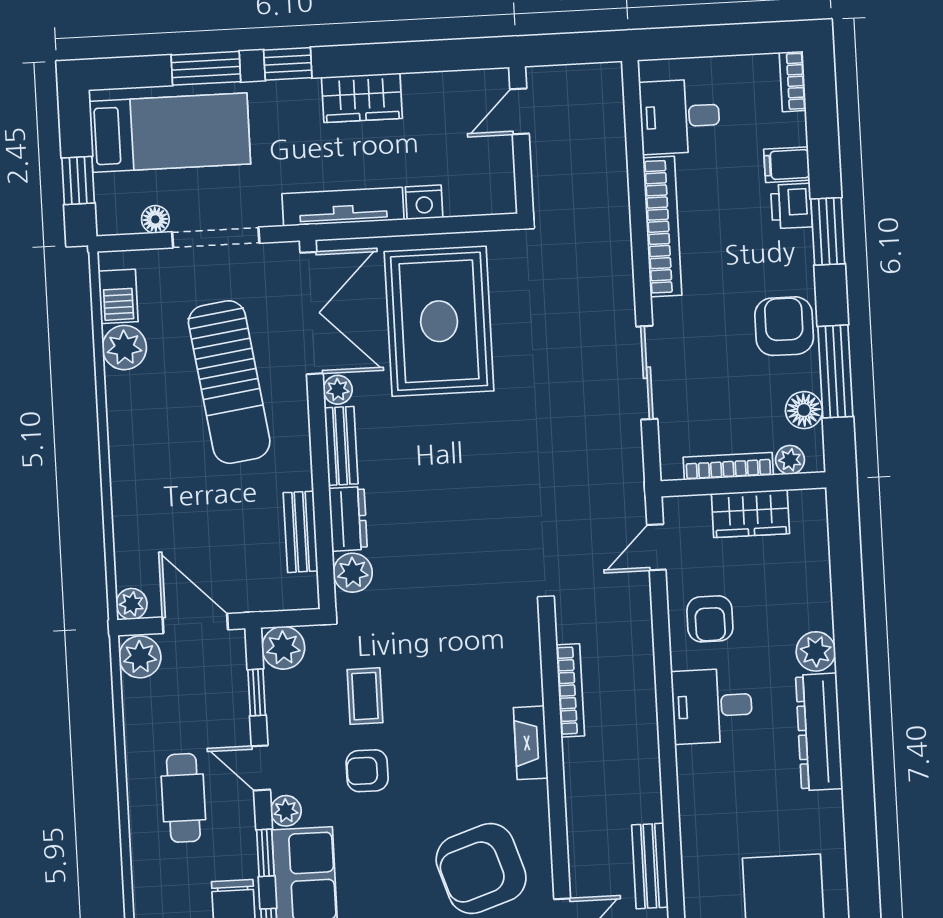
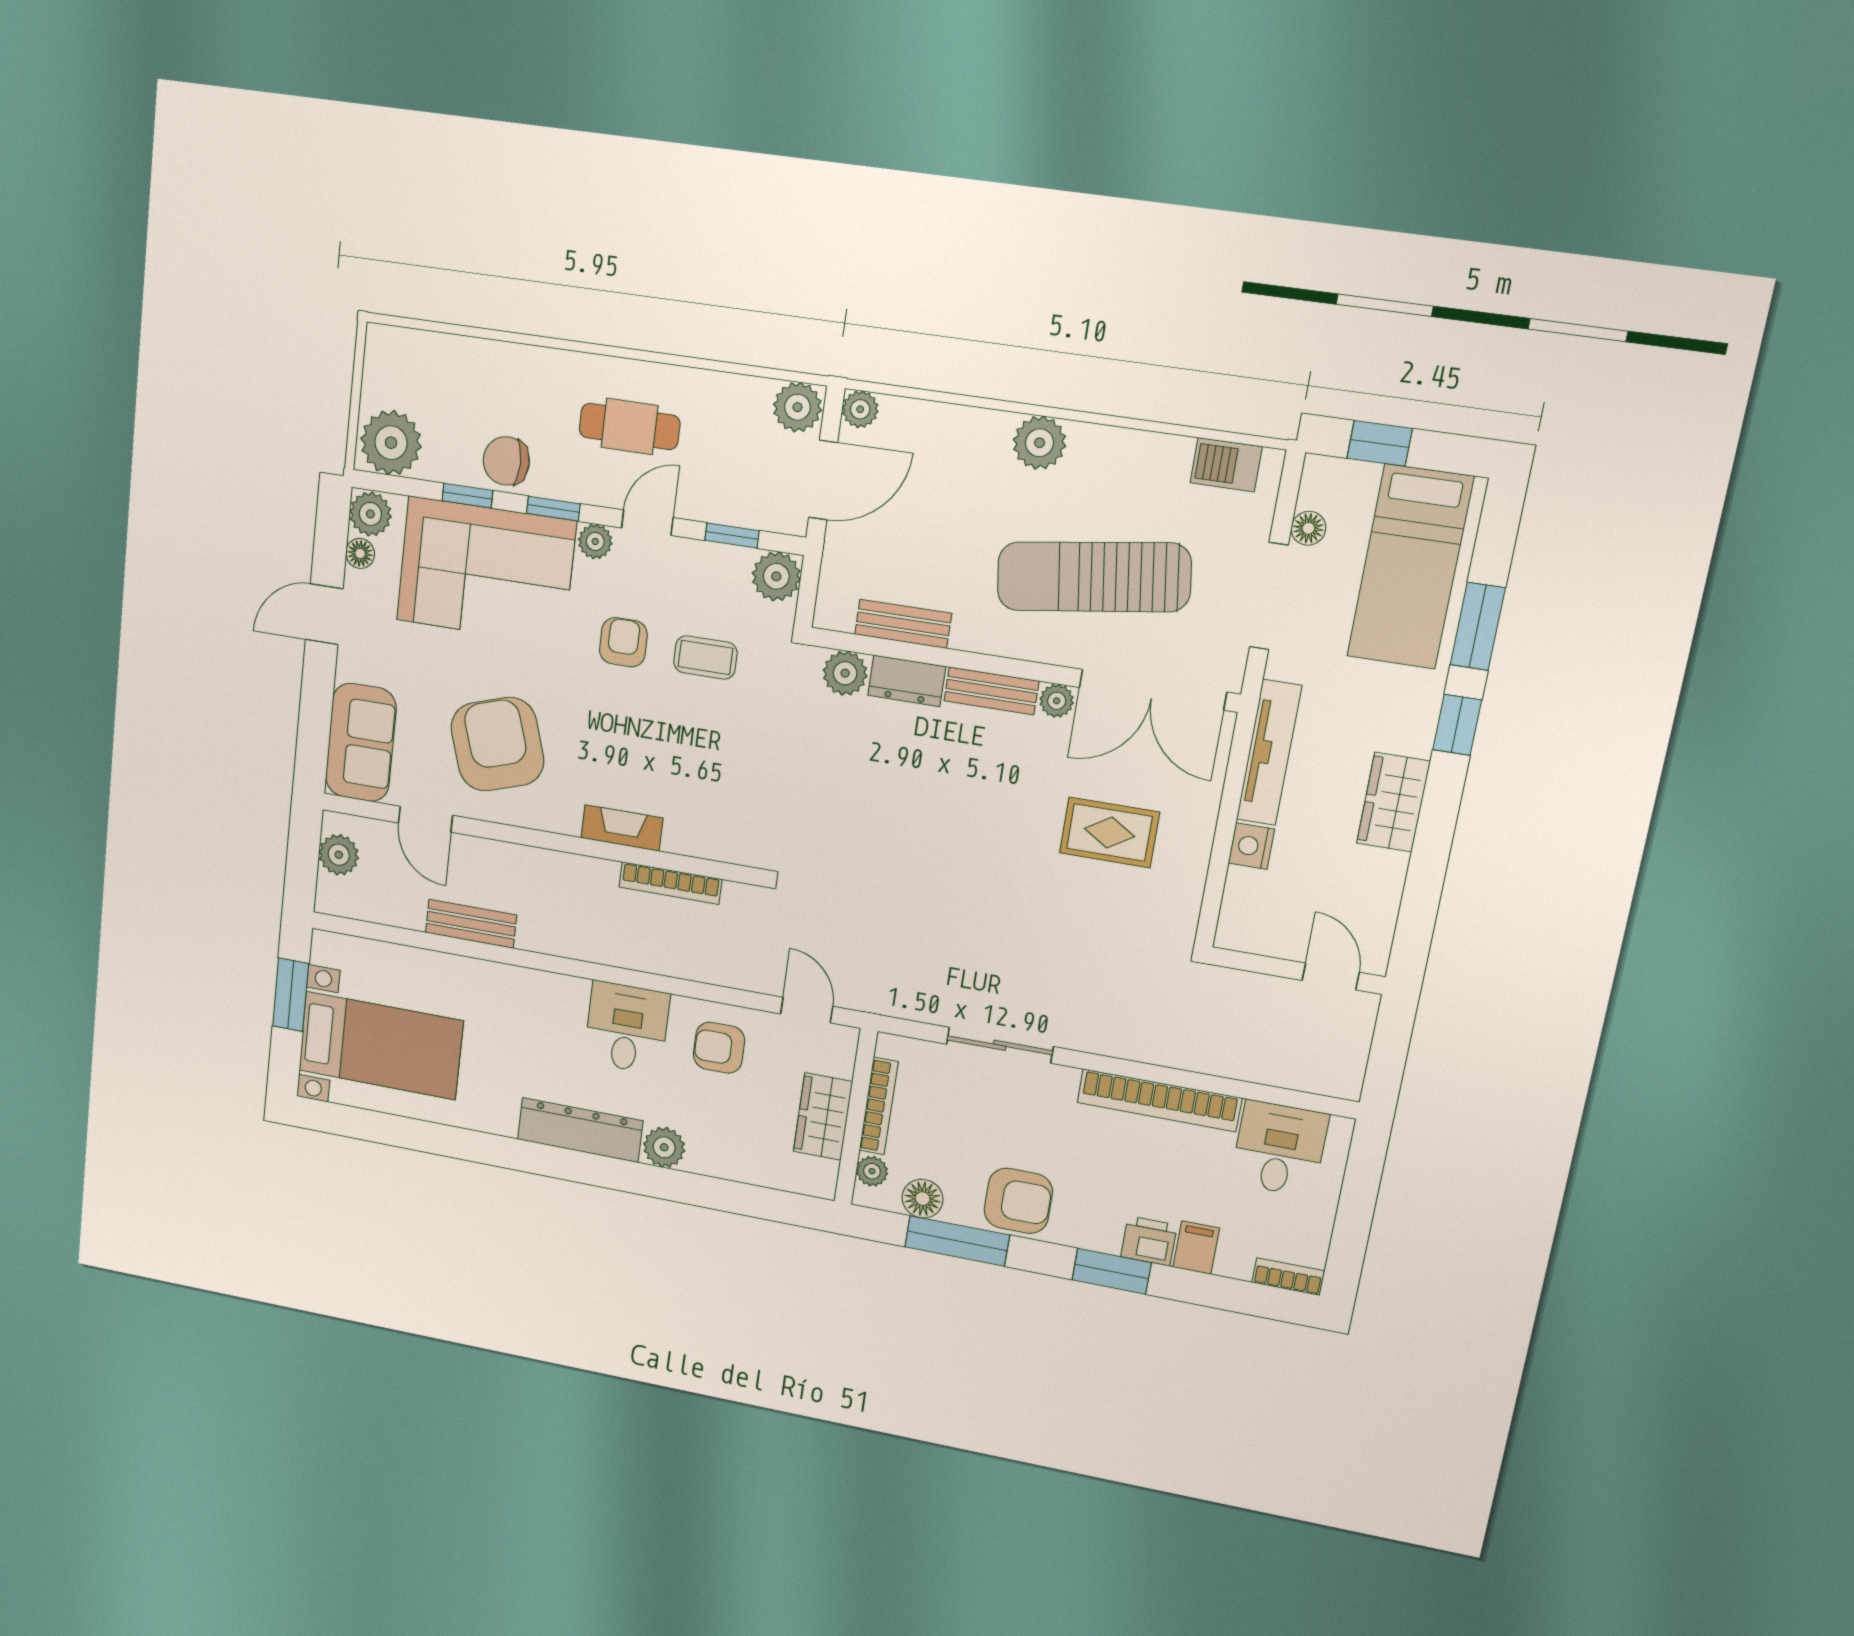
rug: (439, 321) -> (1109, 832), width x0.54, depth x0.49
plant: (124, 348) -> (1040, 443), moved

